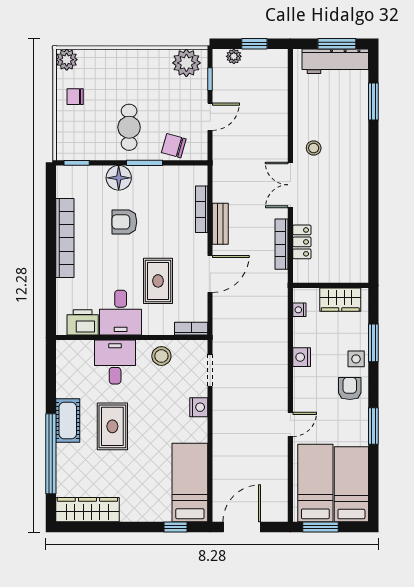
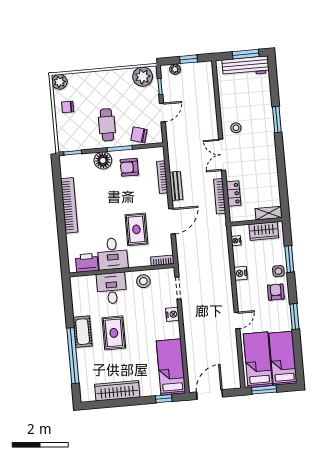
window: (373, 101) -> (277, 119), moved
armchair: (124, 222) -> (129, 167), moved
shelving: (350, 274) -> (269, 213), added
wardrobe: (87, 510) -> (117, 391), moved

